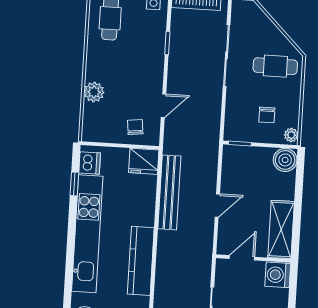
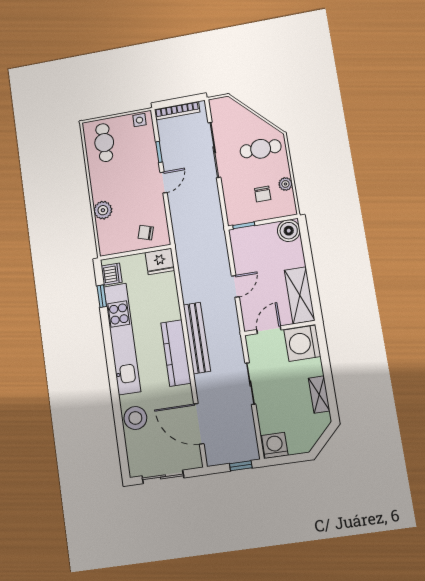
door: (164, 106) -> (164, 182), moved
chair: (135, 127) -> (146, 233), turned -67
plant: (291, 135) -> (285, 184), moved
bench: (169, 192) -> (197, 338), moved
washing machine: (278, 275) -> (302, 343), width x1.37, depth x1.37

